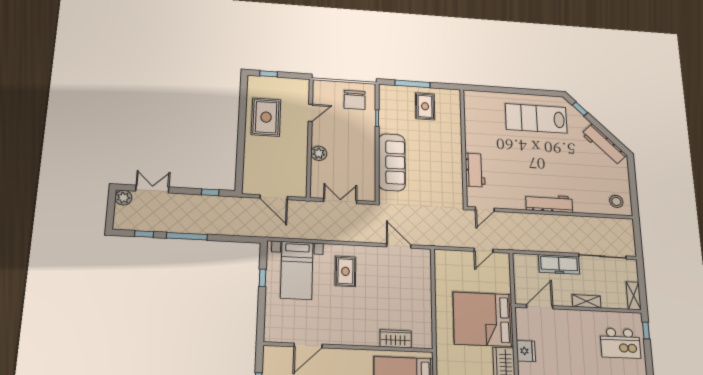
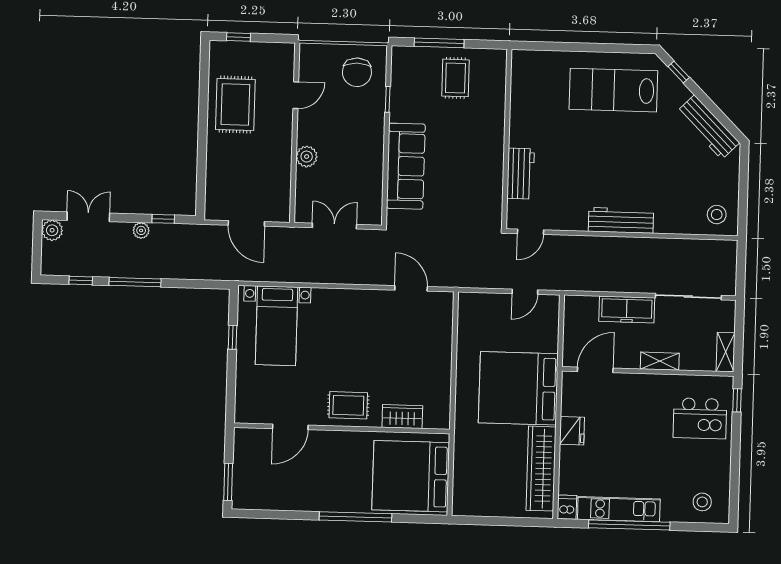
plant: (193, 200) -> (141, 230), added
rug: (345, 271) -> (348, 405), moved, turned 90

